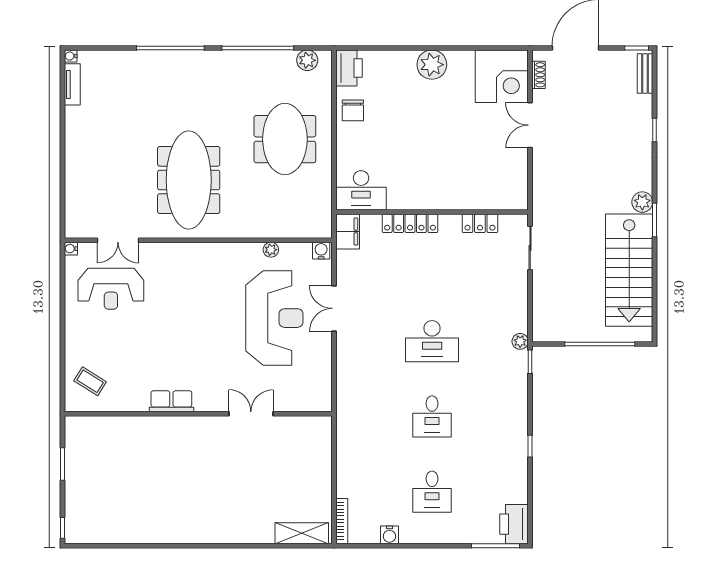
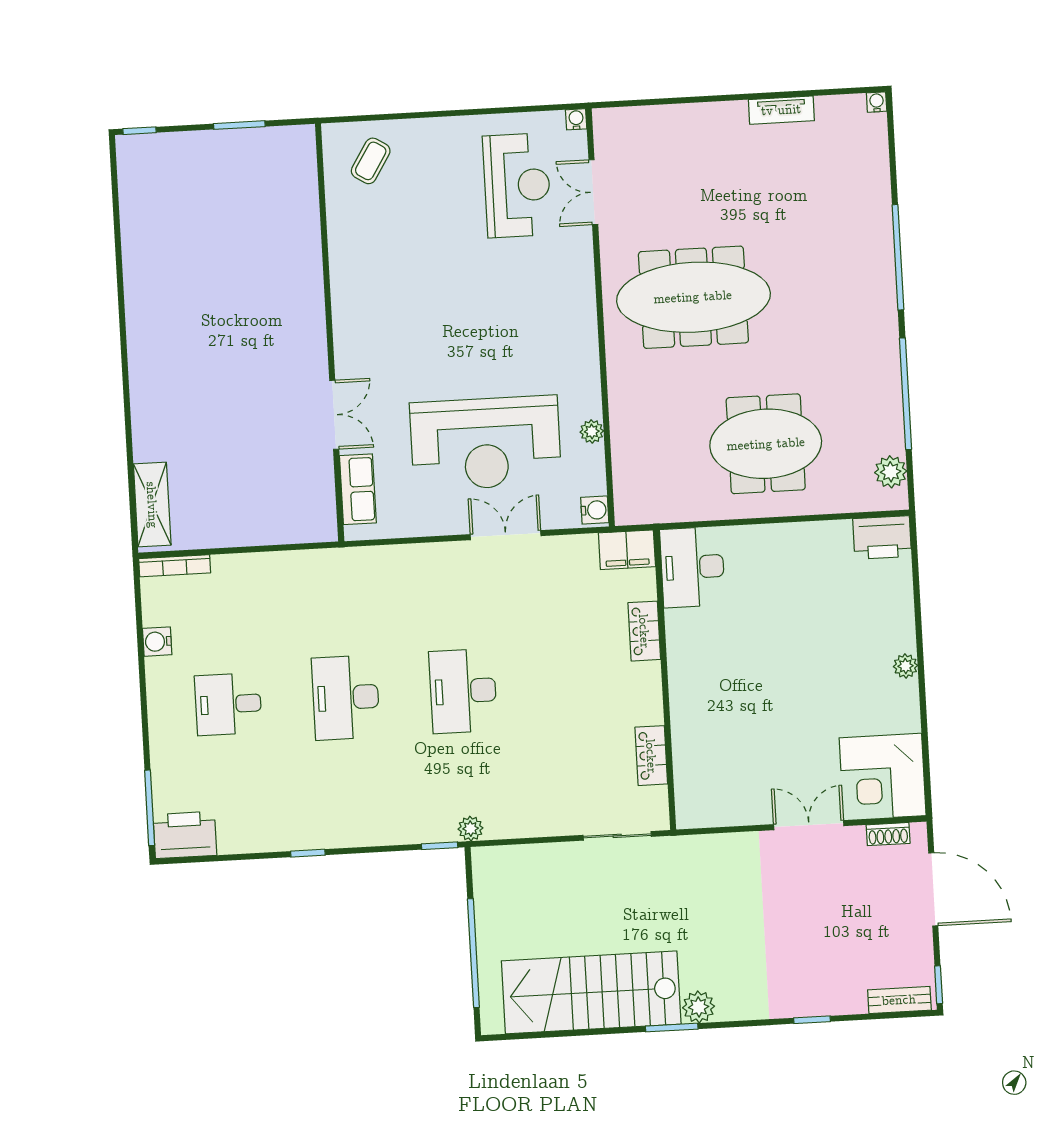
plant: (432, 65) -> (906, 666), width x0.53, depth x0.53
tv unit: (72, 84) -> (781, 110), moved
chair: (353, 110) -> (816, 547), removed
locker: (410, 223) -> (644, 631), width x0.66
reception desk: (111, 289) -> (517, 185), turned 180
row of seats: (171, 401) -> (358, 489), moved
desk: (432, 416) -> (346, 698), width x1.37

